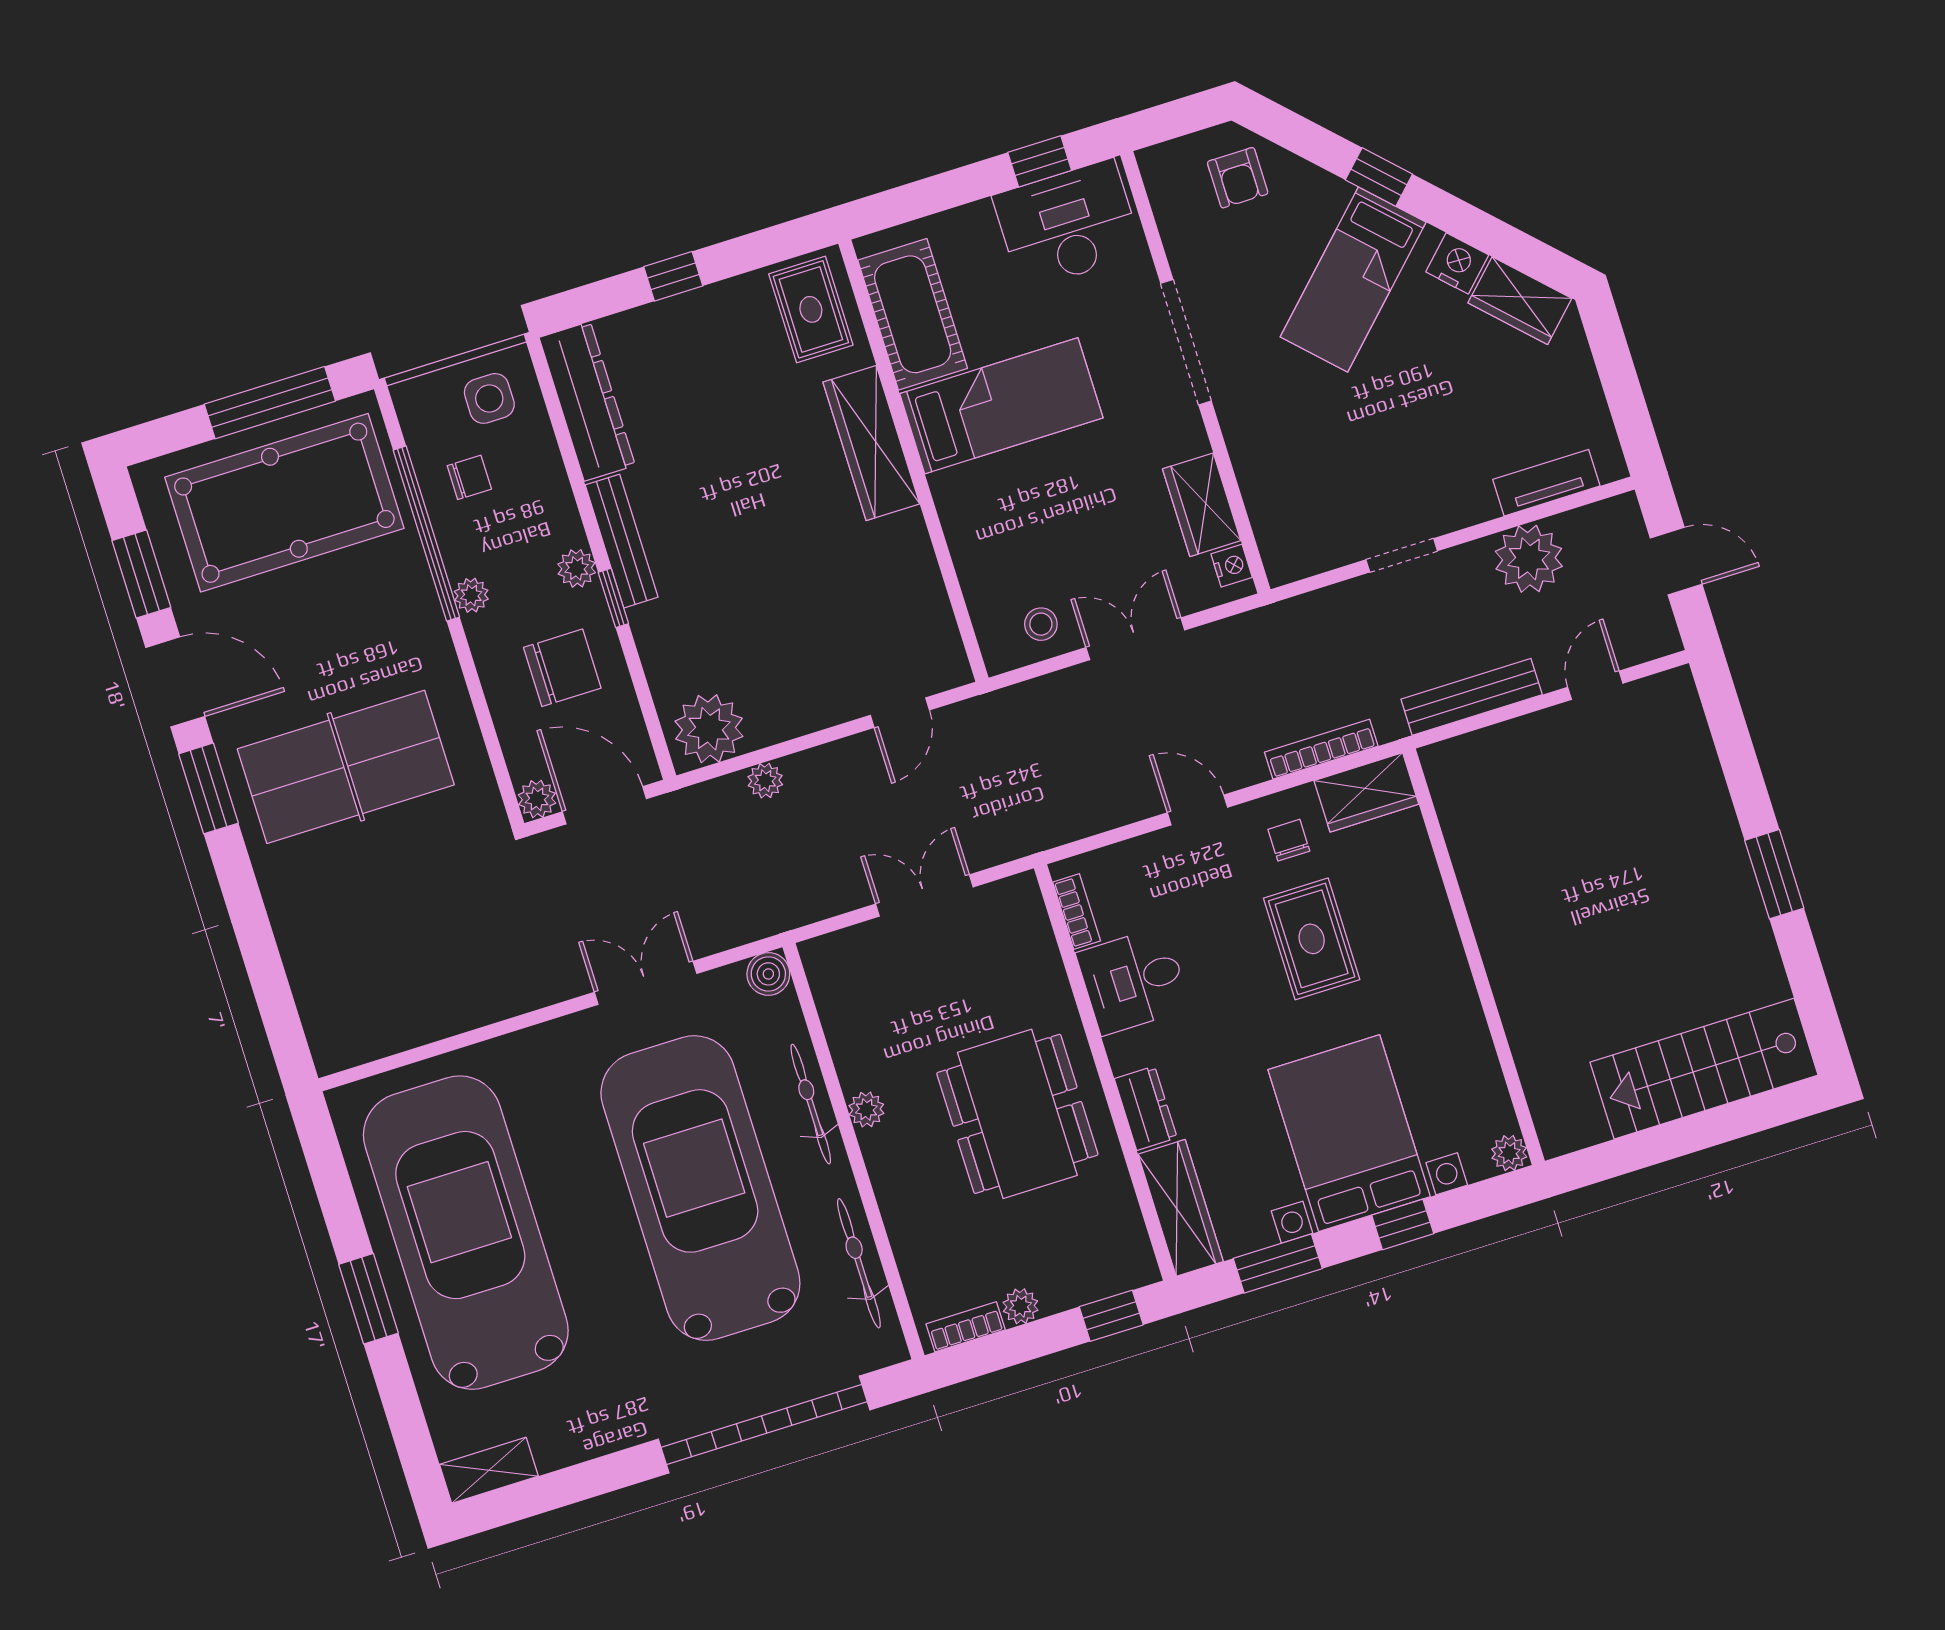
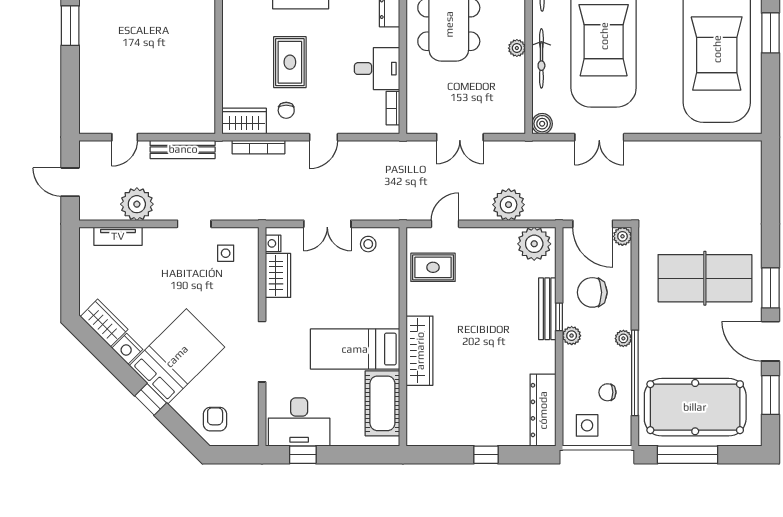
bed: (1353, 279) -> (177, 356), width x1.50
rug: (811, 309) -> (433, 267), moved, turned 90
side table: (1320, 516) -> (226, 253), added
bench: (622, 541) -> (547, 309), moved
plant: (765, 781) -> (509, 205), width x1.88, depth x1.88
door: (1197, 810) -> (323, 137), hinge flipped

